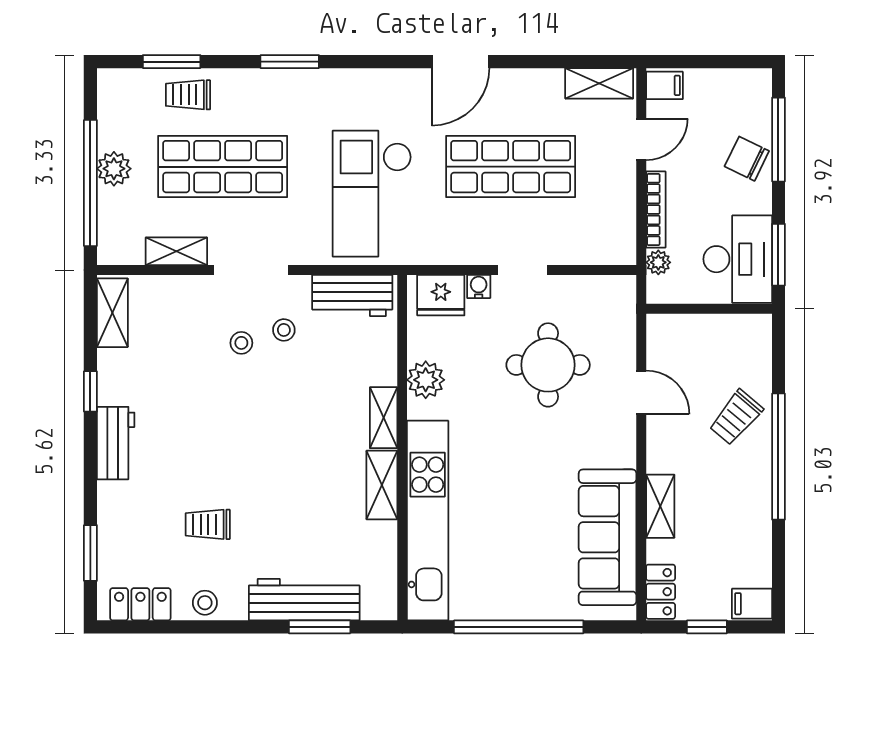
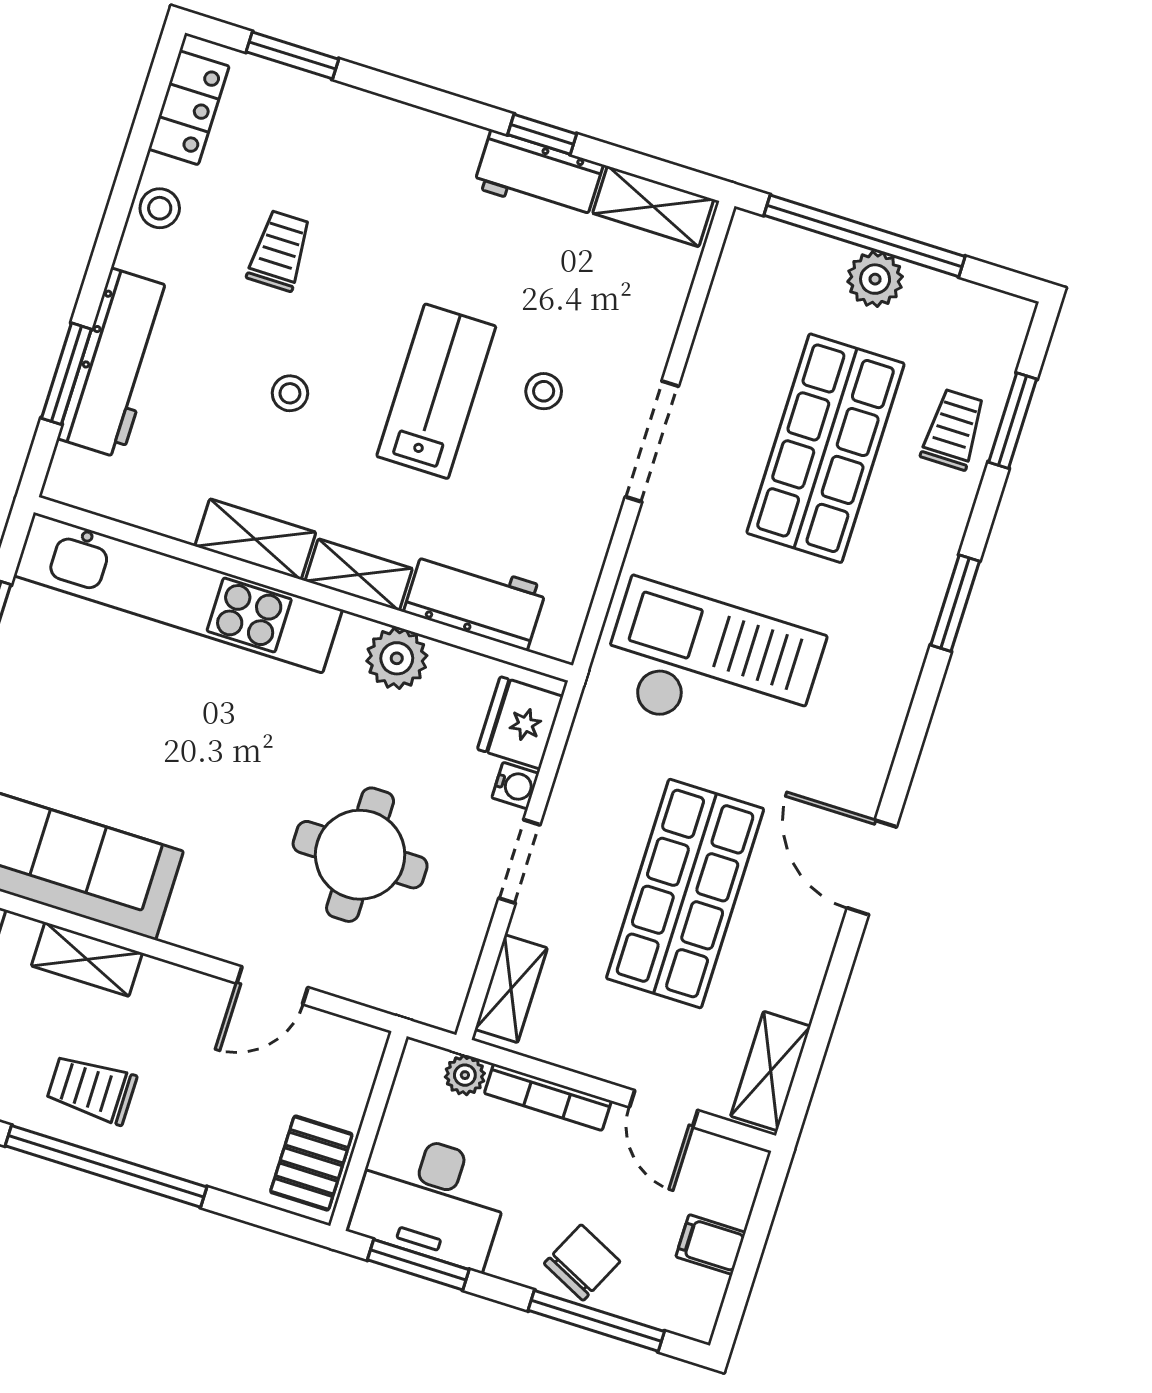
filing cabinet: (664, 85) -> (711, 1245), moved, turned 90
shelving: (176, 251) -> (511, 989), moved
workbench: (352, 295) -> (475, 600), moved, turned 90
stool: (284, 330) -> (290, 393), moved
pallet: (738, 336) -> (311, 1163), added
lab bench: (261, 406) -> (436, 391), added
trolley: (736, 417) -> (92, 1089), moved, turned -40
workbench: (116, 443) -> (538, 176), moved

